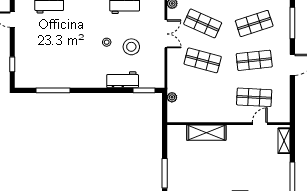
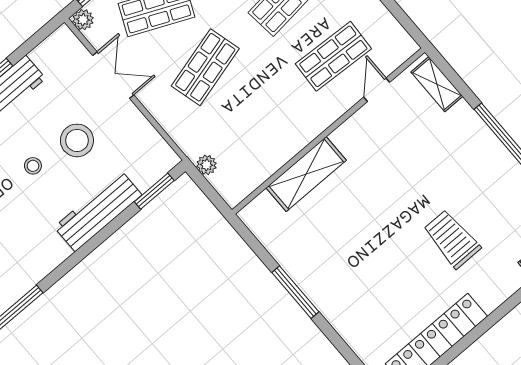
shop shelf: (203, 60) -> (205, 67), turned -30
workbench: (123, 80) -> (98, 211), width x1.38

